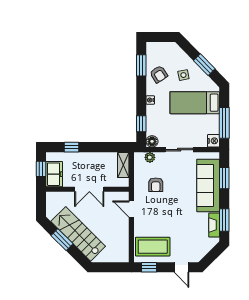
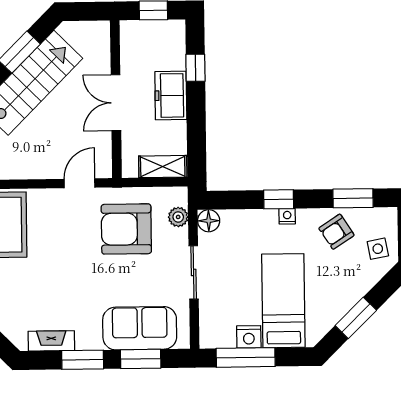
side table: (183, 75) -> (378, 249), moved
window: (141, 124) -> (279, 199), moved
nightstand: (213, 141) -> (249, 337), moved
freezer: (54, 174) -> (171, 95), moved, turned 90
armchair: (156, 185) -> (126, 229), width x1.88, depth x1.88
sofa: (208, 185) -> (140, 328), width x0.73
window: (224, 220) -> (83, 360), moved

